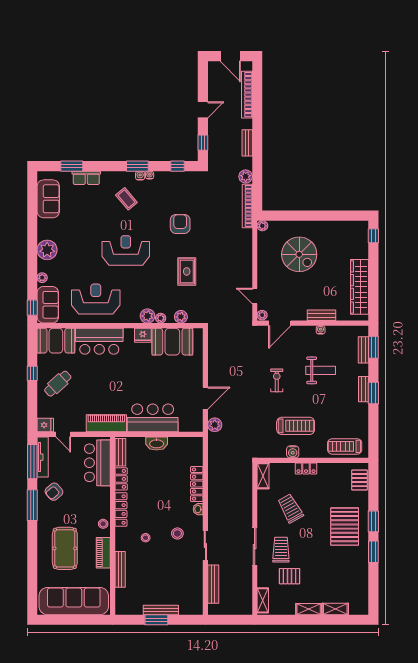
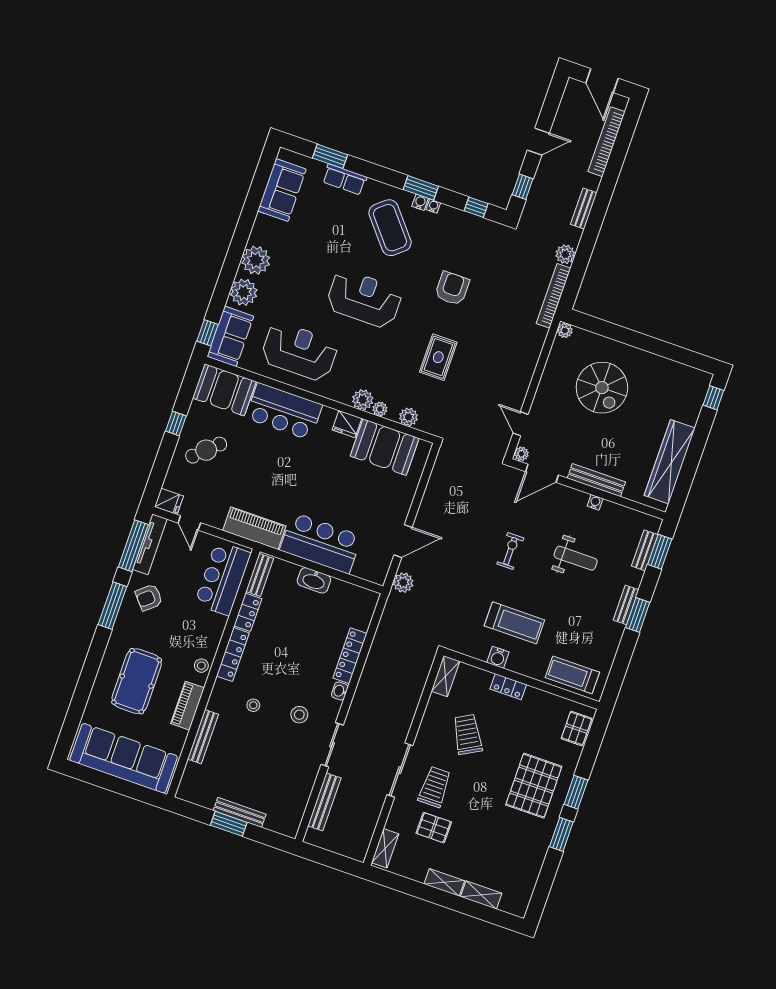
coffee table: (126, 199) -> (390, 228), width x1.86, depth x1.72
plant: (42, 278) -> (244, 292), width x1.87, depth x1.87
bench: (322, 315) -> (596, 480), width x1.36

